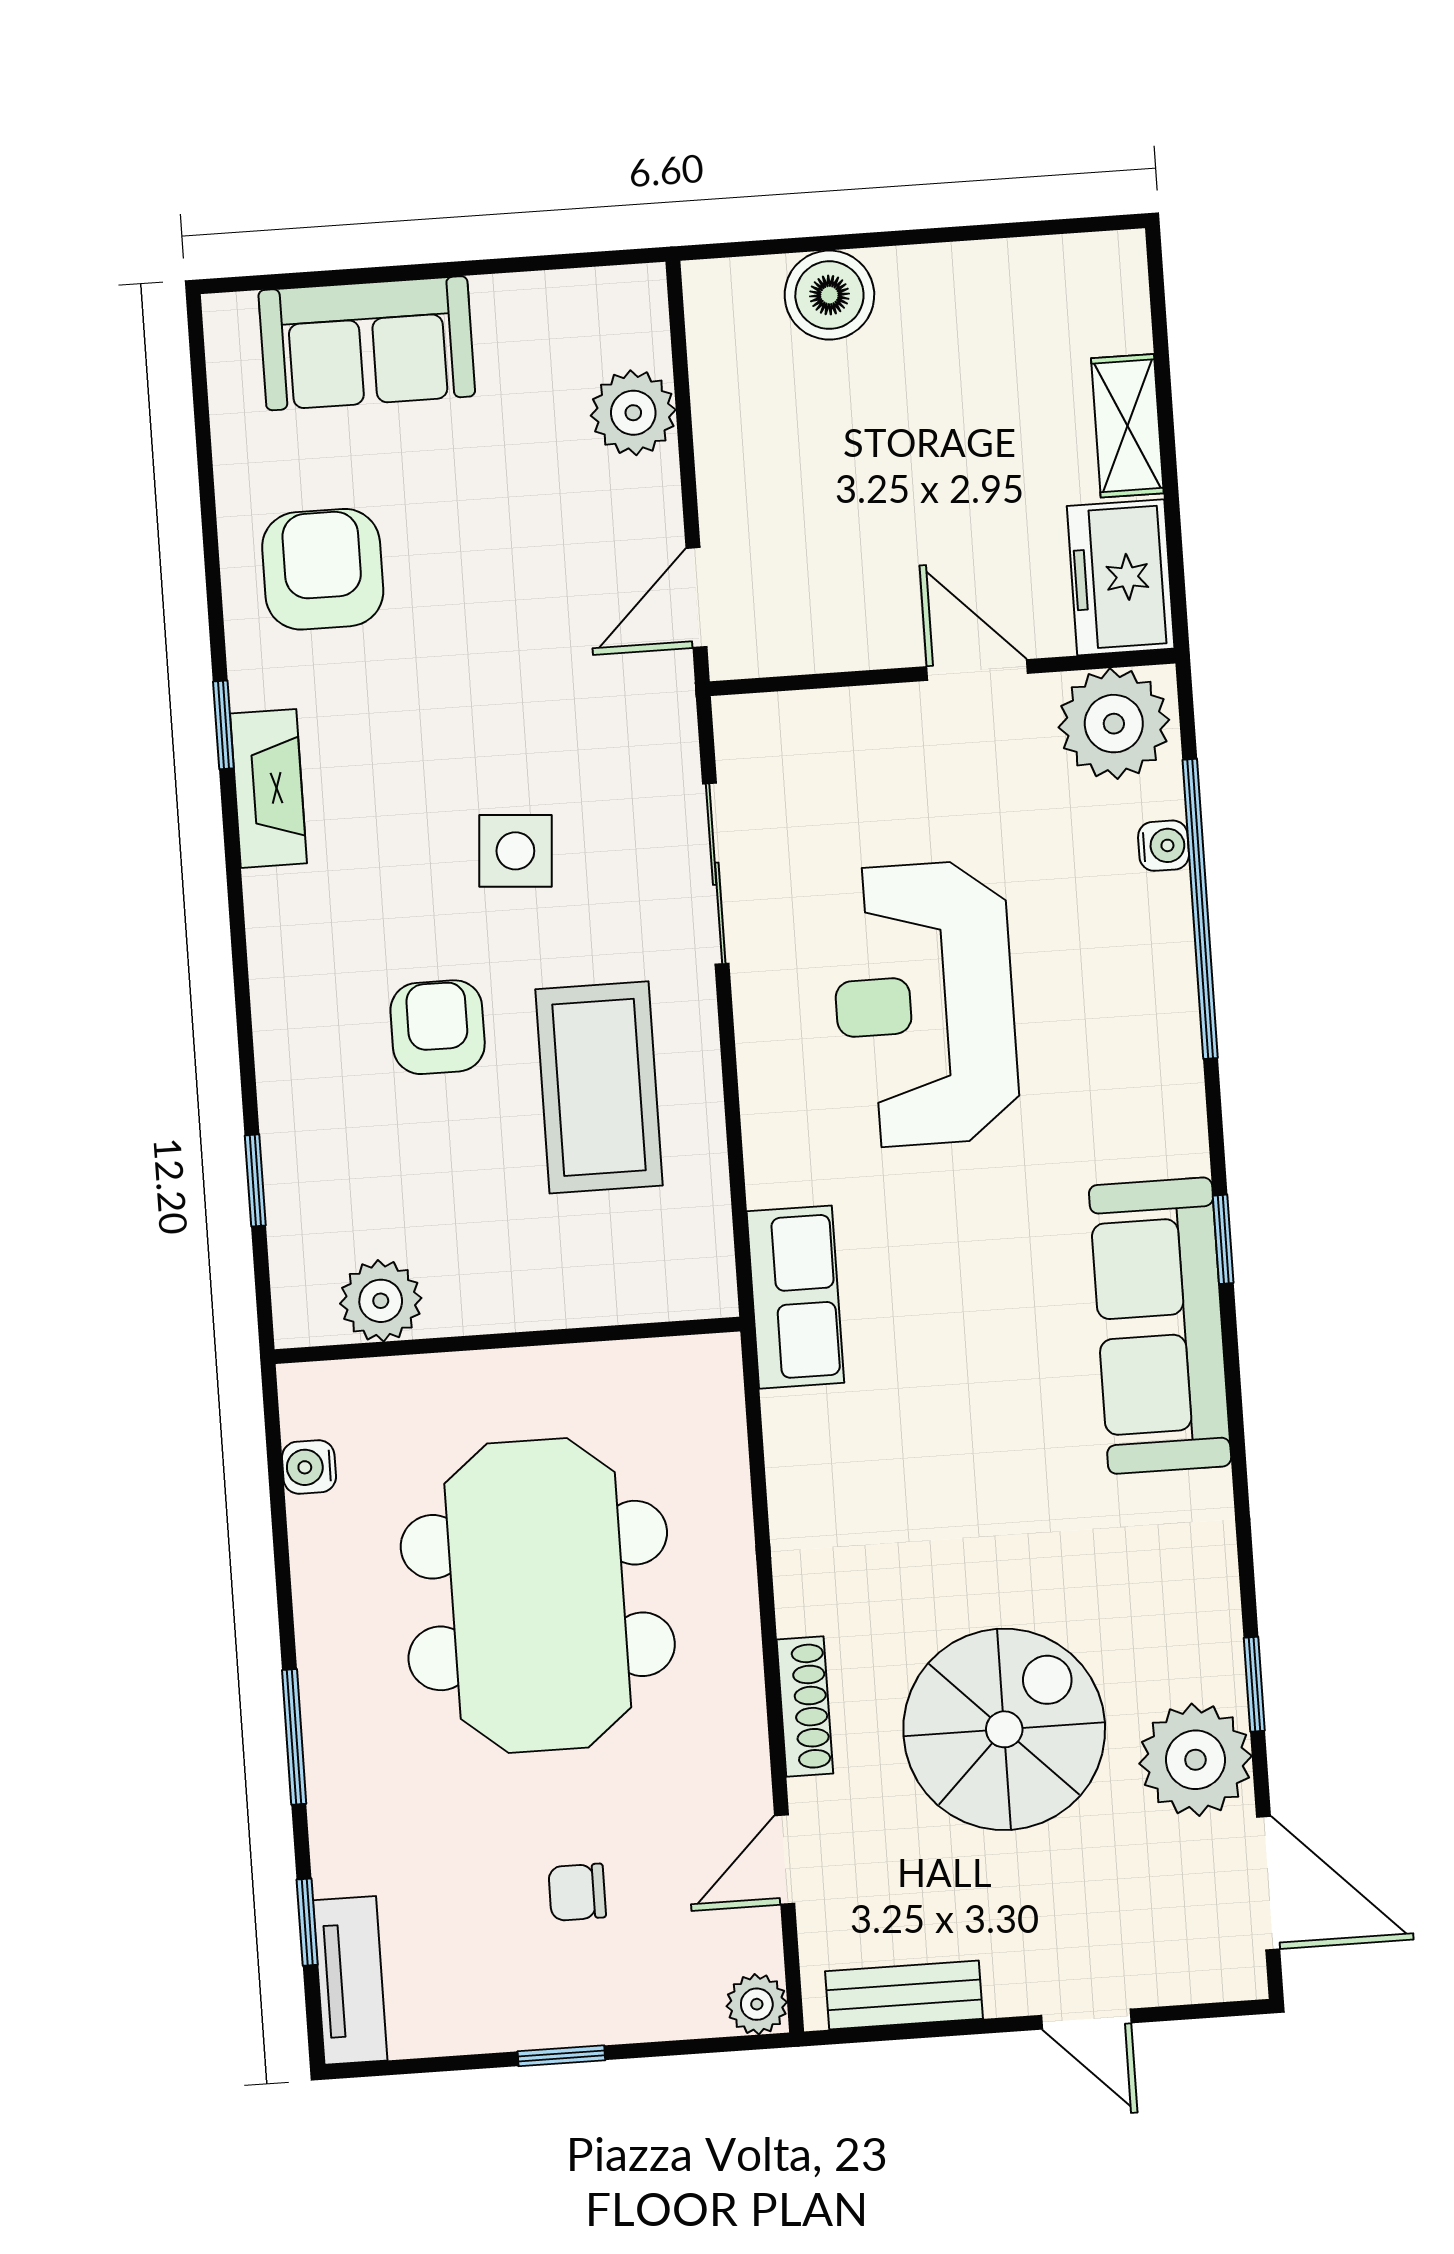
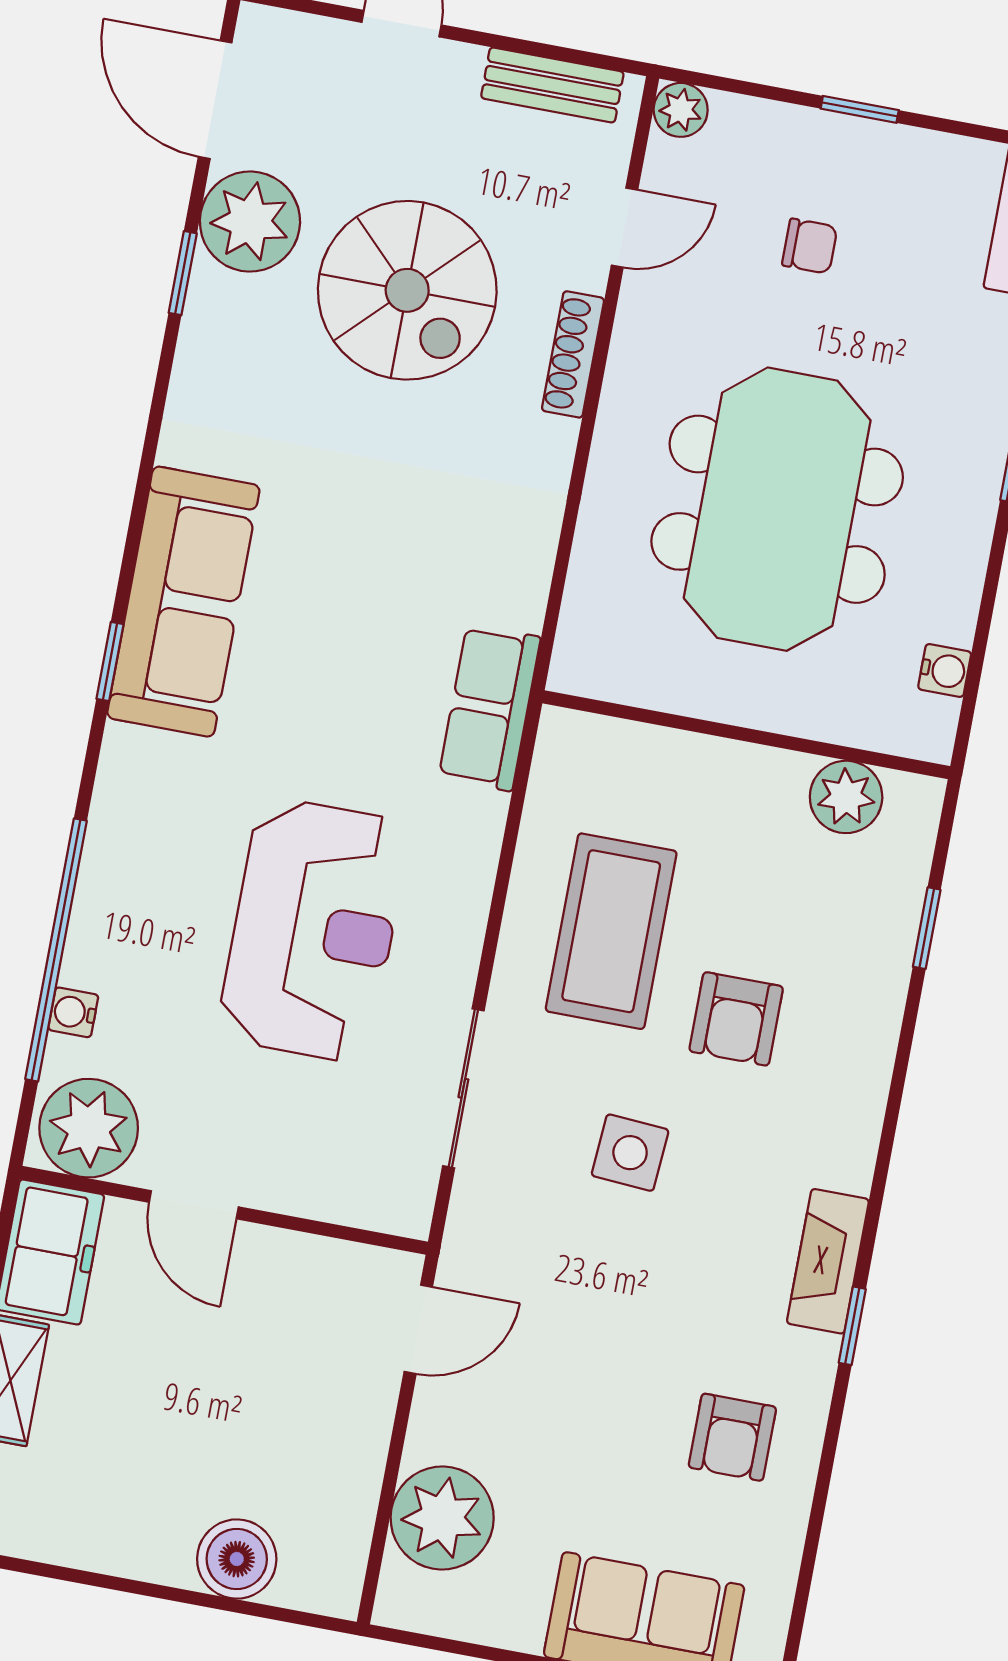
plant: (633, 413) -> (442, 1518), width x1.36, depth x1.36
armchair: (323, 569) -> (732, 1437), width x0.72, depth x0.72
spiral stairs: (1004, 1729) -> (407, 290), turned -90

